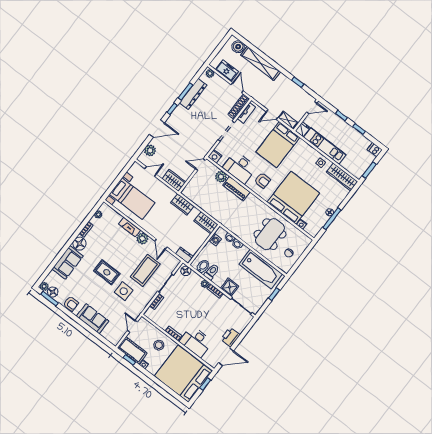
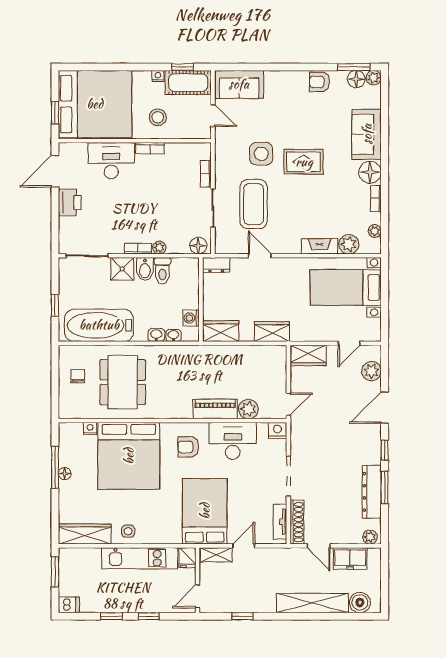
plant: (142, 239) -> (349, 244), moved
bidet: (203, 266) -> (145, 269), moved
sofa: (93, 319) -> (239, 84), moved

